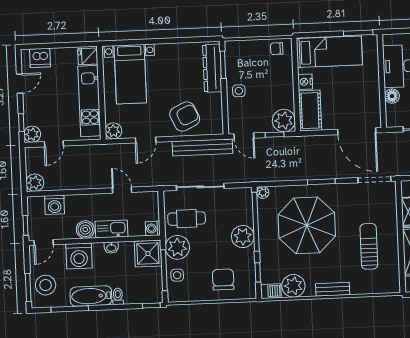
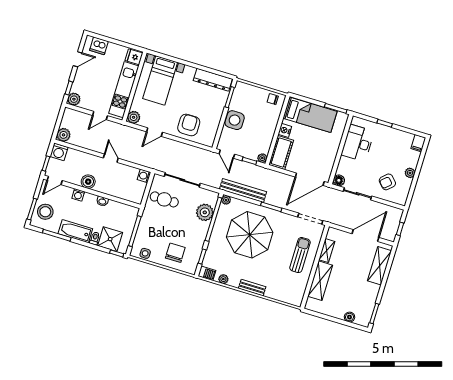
dresser: (212, 68) -> (213, 80), moved, turned -90
side table: (239, 91) -> (235, 120), width x1.87, depth x1.87
floor lamp: (392, 96) -> (339, 180), moved
armchair: (185, 116) -> (189, 125), turned -65
plant: (284, 121) -> (262, 158), width x0.53, depth x0.53
door: (357, 131) -> (310, 179), hinge flipped
door: (54, 144) -> (100, 116), moved
bench: (202, 147) -> (243, 191), moved
door: (122, 190) -> (111, 158), moved
washing machine: (55, 205) -> (59, 152), moved
washing machine: (153, 228) -> (144, 176), moved
kitchen sink: (111, 229) -> (107, 188), removed
plant: (243, 237) -> (205, 212), moved
sun lounger: (369, 246) -> (300, 255), moved
plant: (177, 247) -> (150, 218), removed
shower: (148, 254) -> (110, 239), moved
washing machine: (79, 256) -> (78, 195), width x0.53, depth x0.53
side table: (177, 275) -> (145, 253), moved
plant: (293, 286) -> (223, 279), width x0.53, depth x0.53

